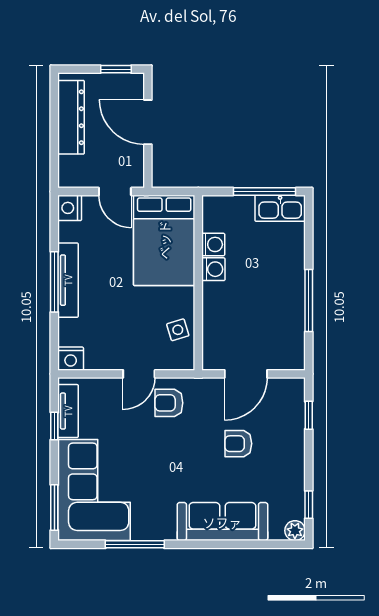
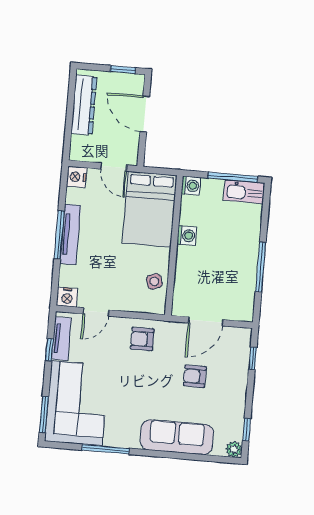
washing machine: (213, 244) -> (191, 186), moved
door: (139, 374) -> (96, 312), moved

